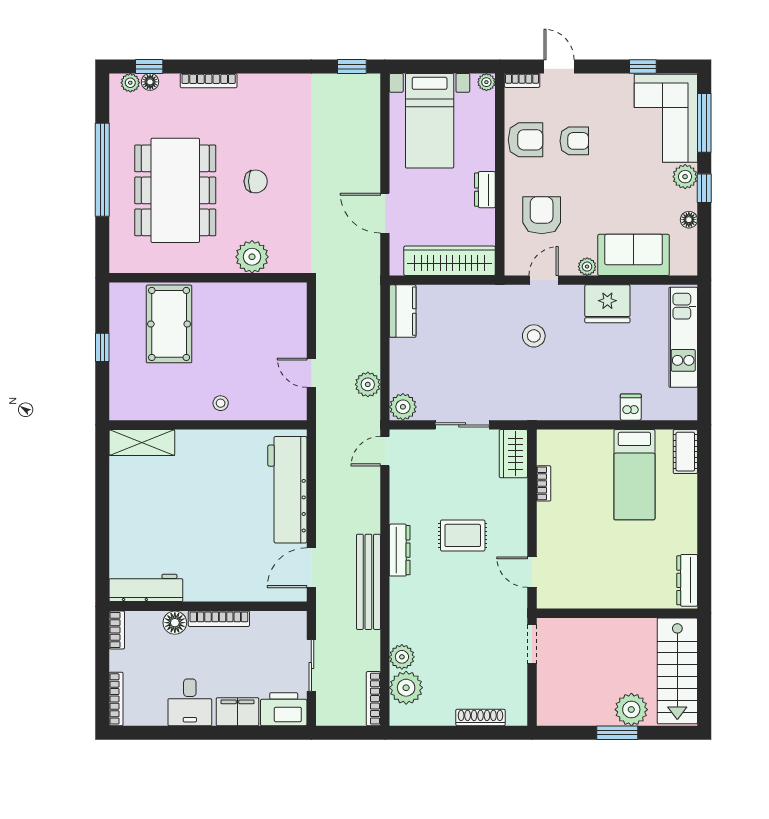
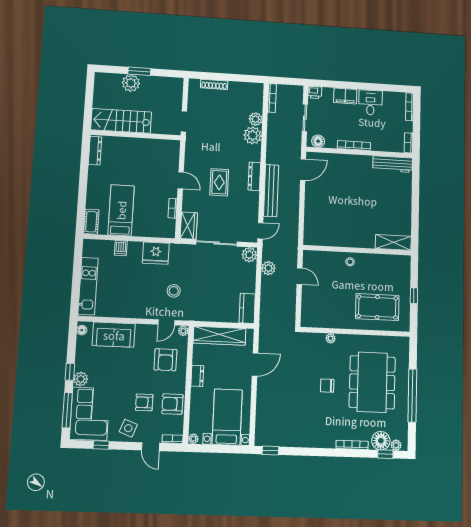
floor lamp: (150, 82) -> (381, 441), width x1.89, depth x1.89
side table: (599, 96) -> (128, 428), added
door: (385, 213) -> (255, 364), hinge flipped
floor lamp: (689, 220) -> (82, 330), moved
plant: (252, 257) -> (331, 338), width x0.53, depth x0.53
plant: (587, 267) -> (183, 331), moved
fridge: (607, 304) -> (156, 253), moved, turned 180
pool table: (169, 324) -> (377, 307), turned 90
sliding door: (462, 425) -> (217, 243), width x1.37
workbench: (287, 490) -> (315, 213), removed
rug: (463, 535) -> (219, 182), turned 90
door: (532, 572) -> (181, 180), moved
bench: (368, 582) -> (271, 191), moved
floor lamp: (175, 623) -> (318, 141), moved
stairs: (677, 671) -> (121, 121), moved, turned -90
plant: (406, 688) -> (253, 135), moved
printer: (284, 709) -> (315, 92), width x0.53, depth x0.68

